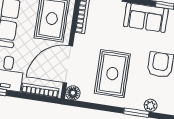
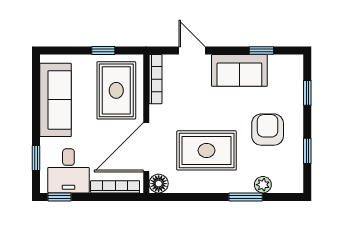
rug: (112, 74) -> (207, 150), turned 90

